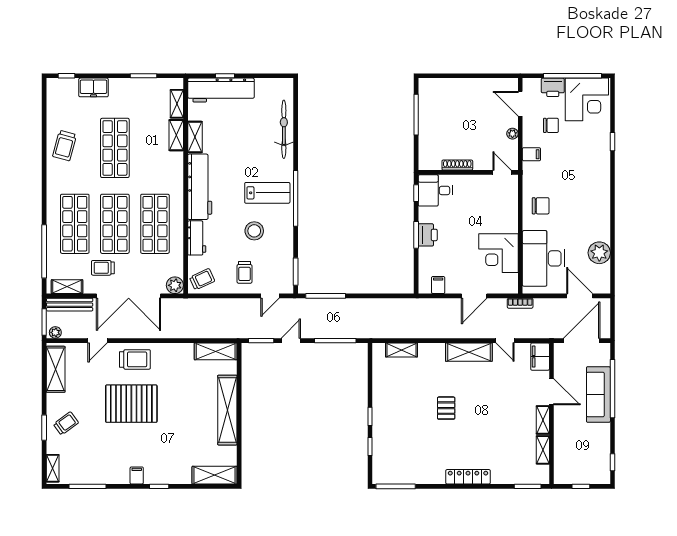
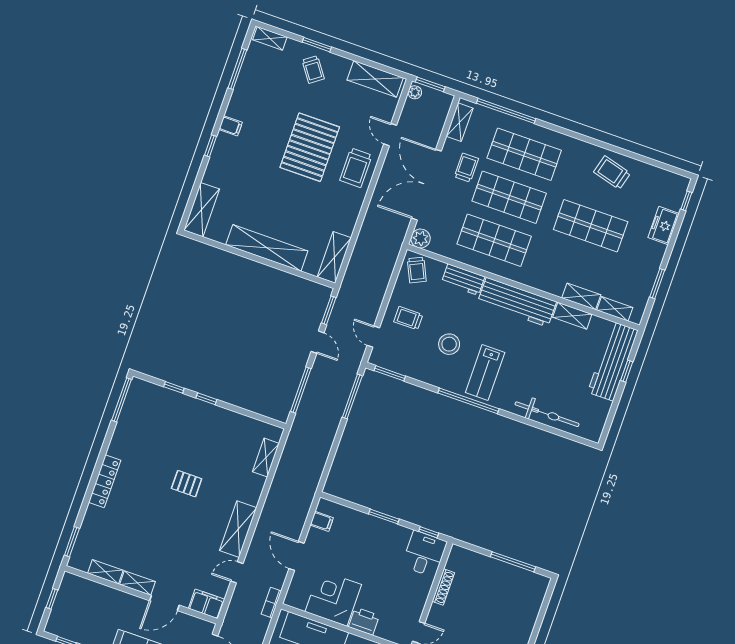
printer: (428, 235) -> (364, 621), moved, turned 180
bench: (70, 305) -> (439, 118), removed

